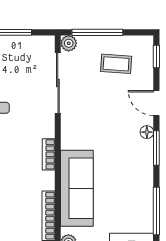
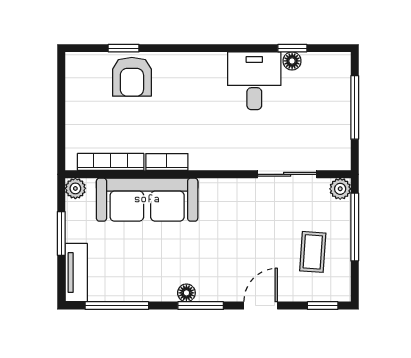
sliding door: (58, 83) -> (287, 174), width x0.73
floor lamp: (147, 132) -> (186, 293), moved
bookcase: (49, 154) -> (167, 162), moved

